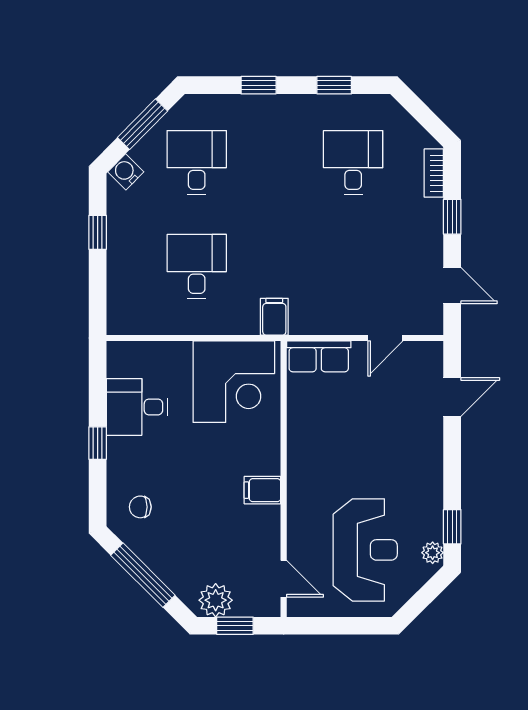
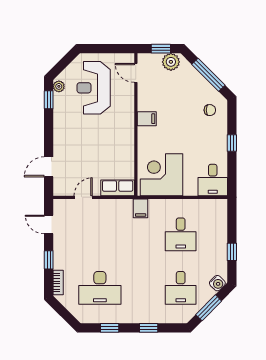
desk: (353, 163) -> (100, 288), width x1.37
desk: (137, 407) -> (213, 180), moved, turned 90

